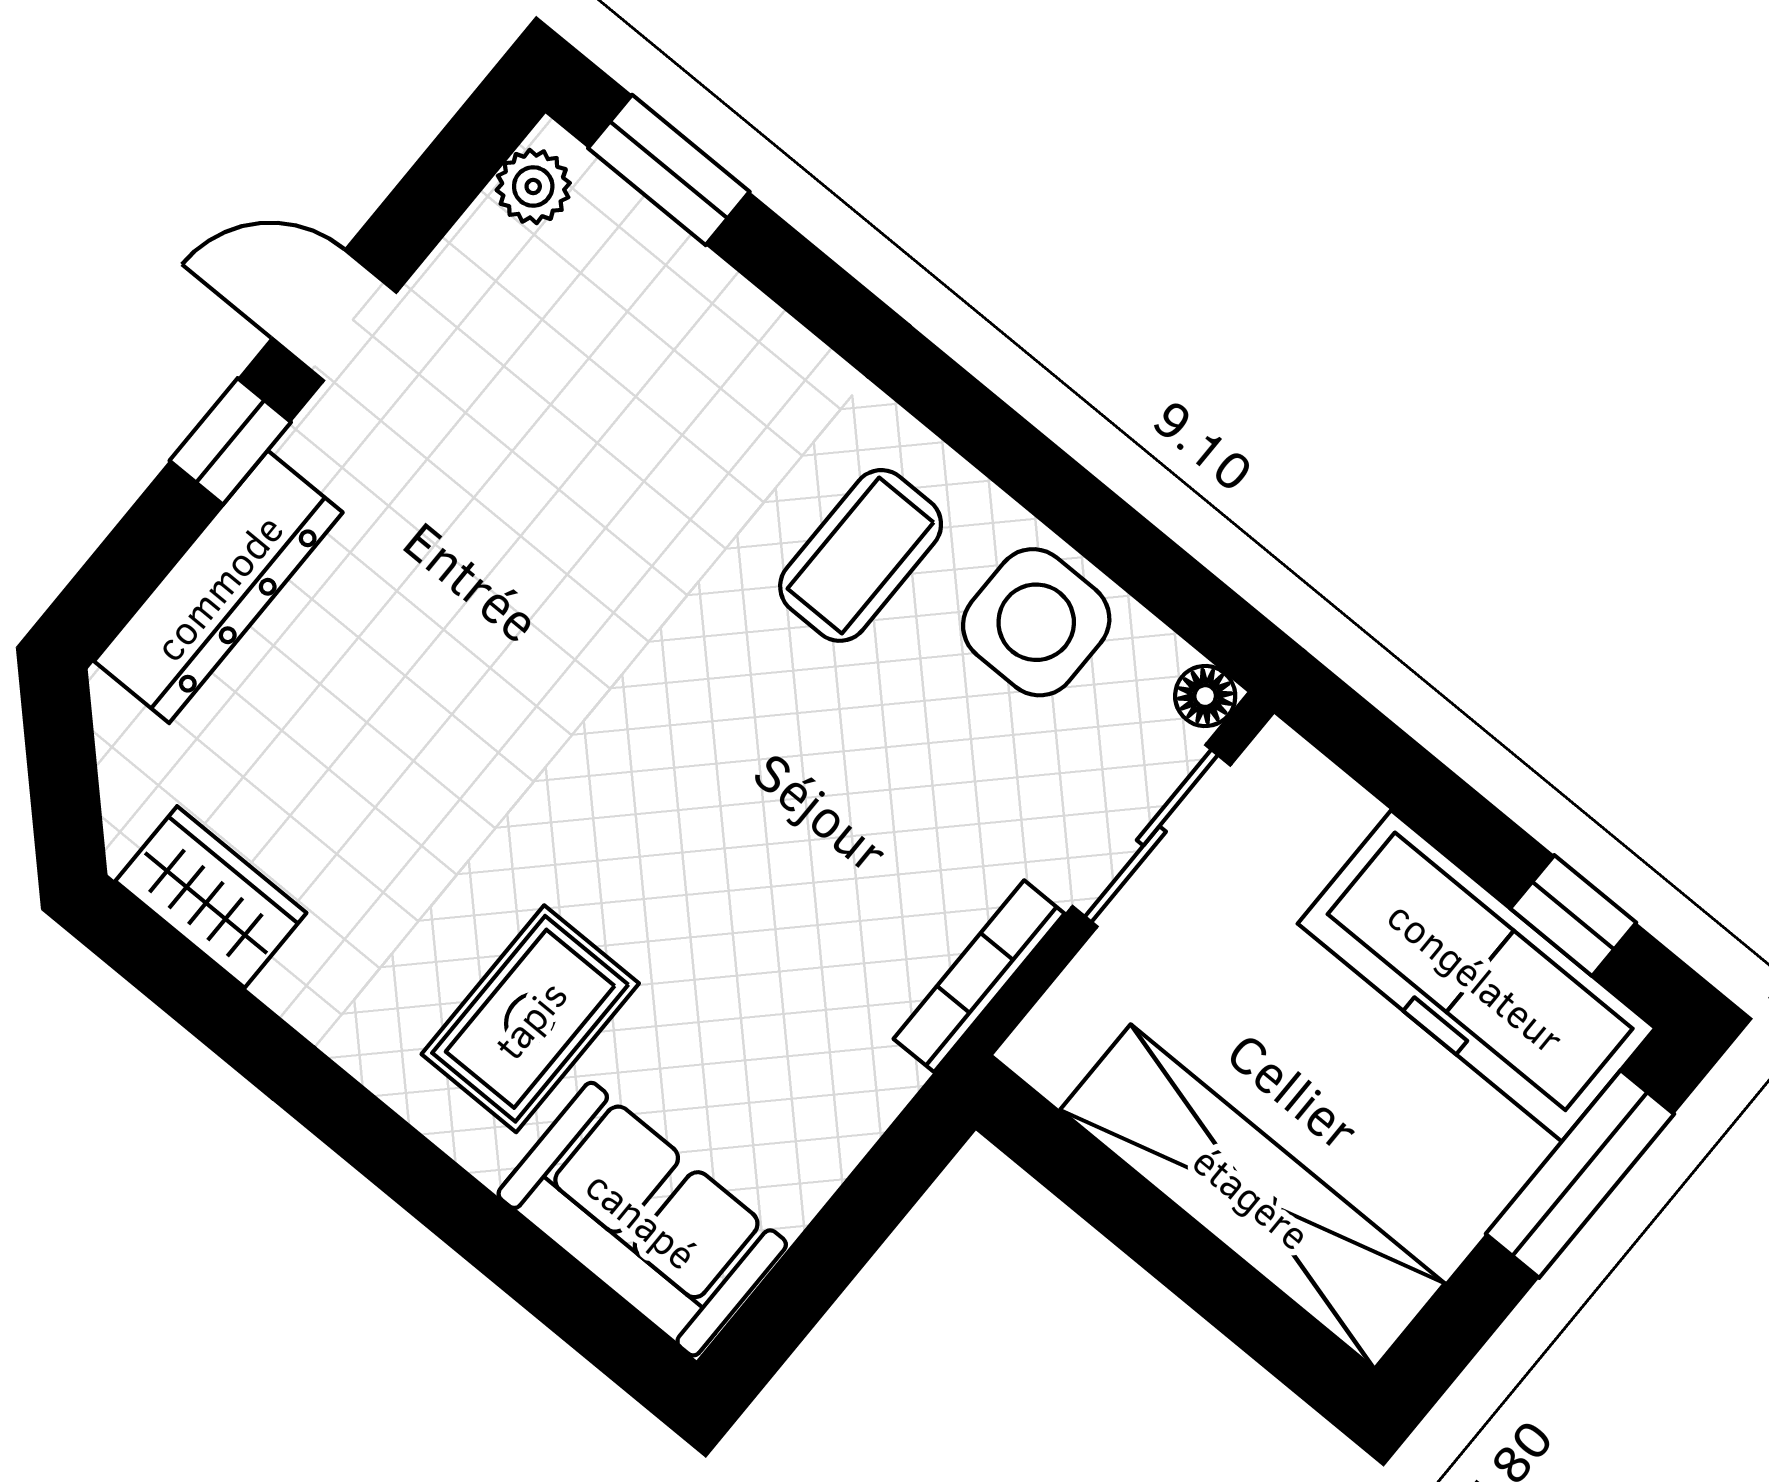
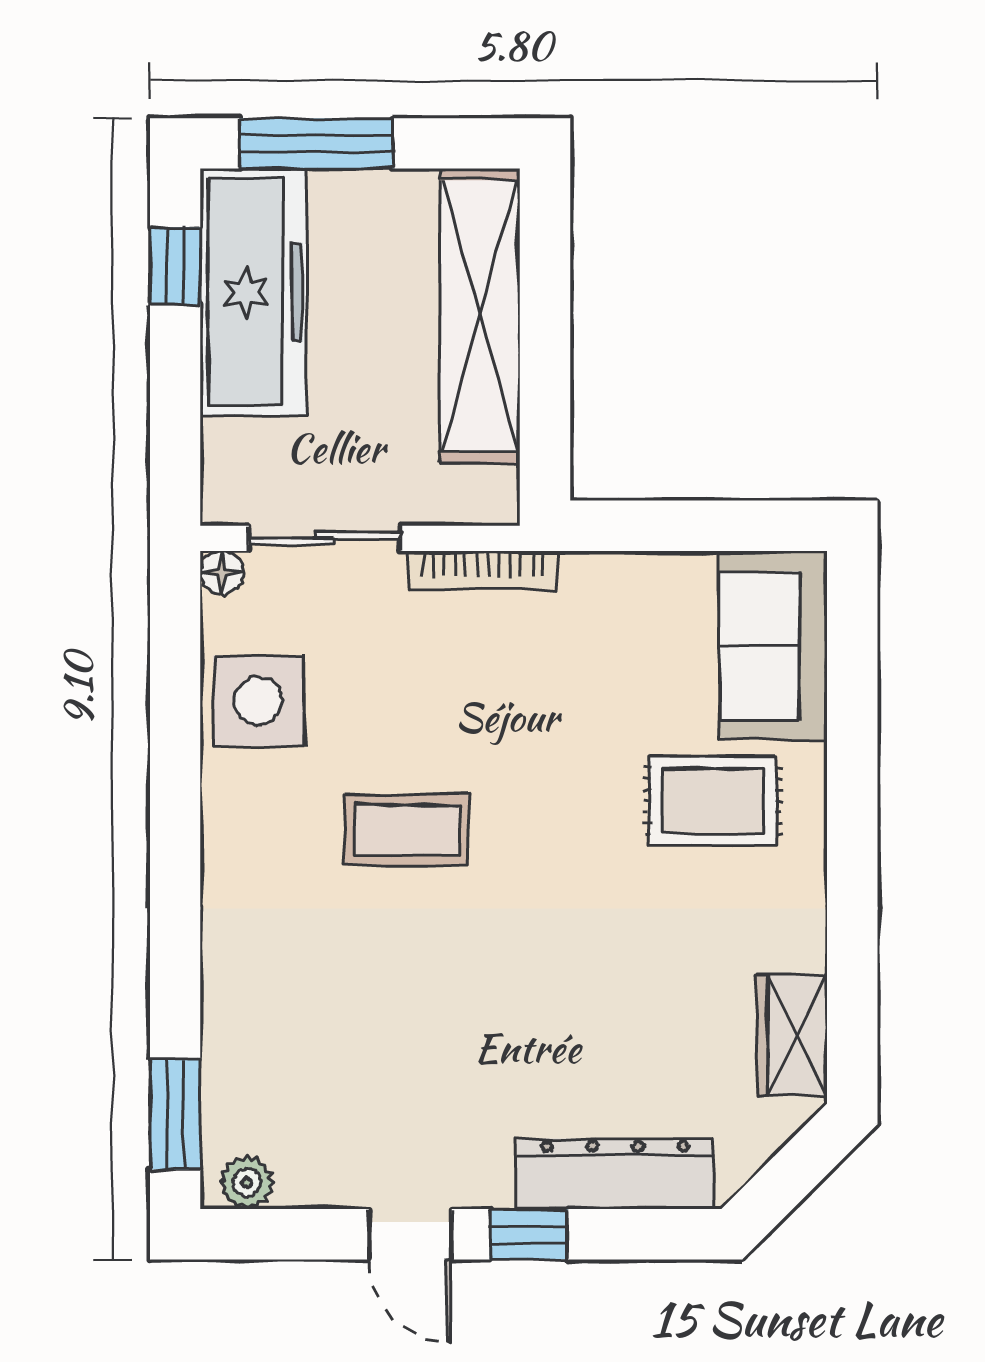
coffee table: (861, 555) -> (407, 830), moved

